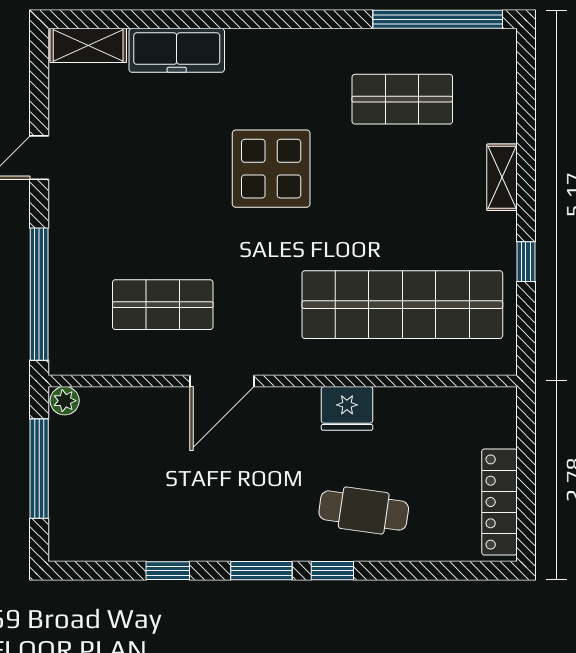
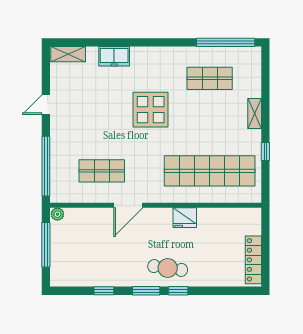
freezer: (177, 50) -> (114, 56), width x0.71
cafe table: (364, 510) -> (168, 268), moved

